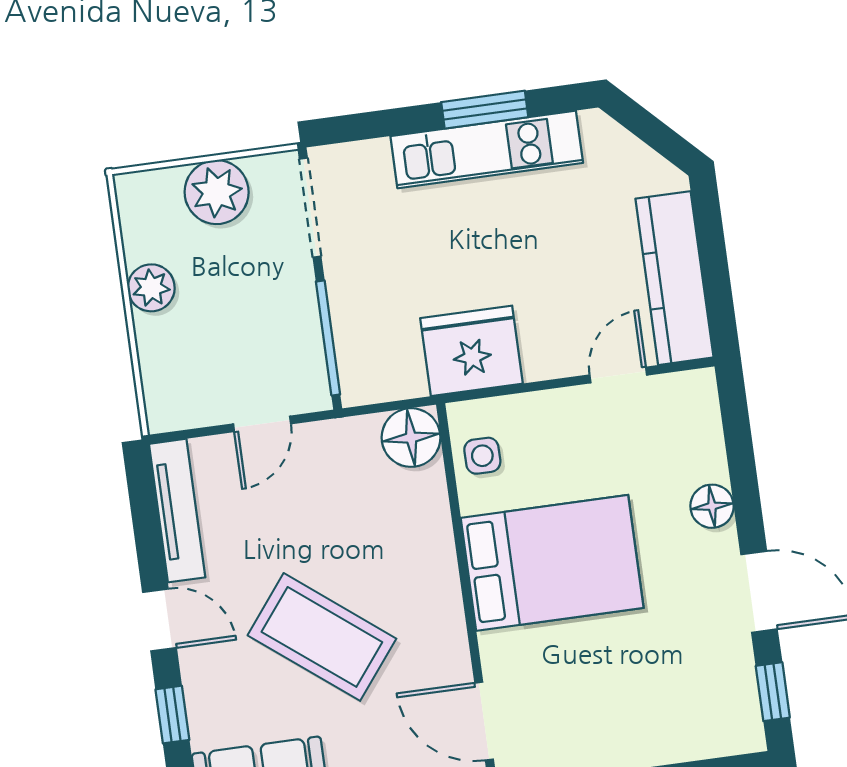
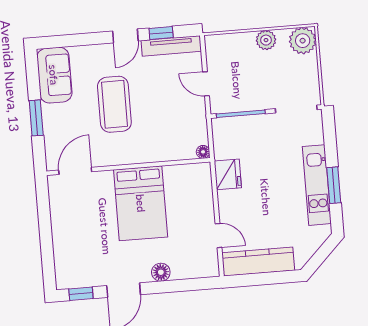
plant: (217, 192) -> (303, 41), moved
fridge: (471, 351) -> (228, 174), width x0.73, depth x0.75
floor lamp: (411, 438) -> (203, 152), width x0.53, depth x0.53
side table: (482, 456) -> (187, 176), removed
coffee table: (322, 637) -> (114, 104), turned -38
window: (172, 715) -> (161, 33), moved

